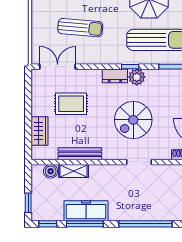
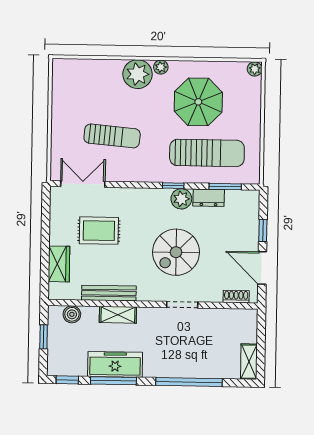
dresser: (115, 76) -> (209, 198), moved
shelving: (74, 171) -> (118, 315), moved
window: (28, 203) -> (44, 337), moved

